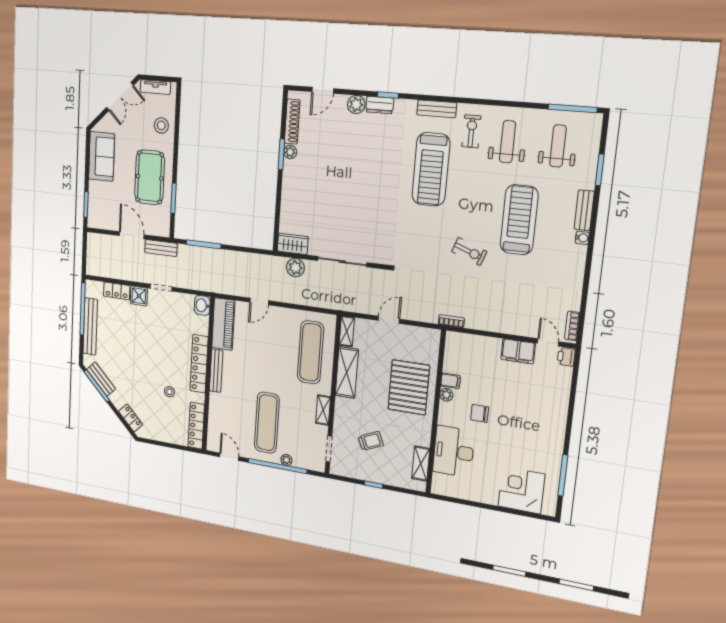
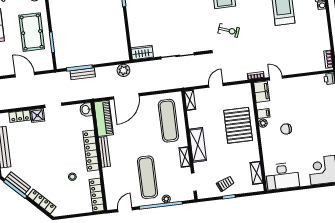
bench: (161, 248) -> (83, 74), moved
exercise bike: (469, 252) -> (229, 30), moved
plant: (295, 268) -> (123, 70), moved
door: (259, 301) -> (126, 96), width x1.87
door: (548, 342) -> (276, 78), moved
filing cabinet: (518, 351) -> (262, 92), moved, turned -90
shelving: (347, 372) -> (198, 145), moved
locker: (131, 418) -> (42, 201), width x1.53
trolley: (371, 441) -> (225, 184), moved
desk: (454, 451) -> (282, 176), moved, turned -90
door: (229, 457) -> (125, 210), hinge flipped

